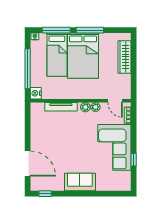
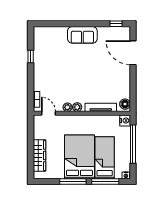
floor lamp: (36, 110) -> (125, 104), added
corner sofa: (114, 147) -> (49, 68), removed

